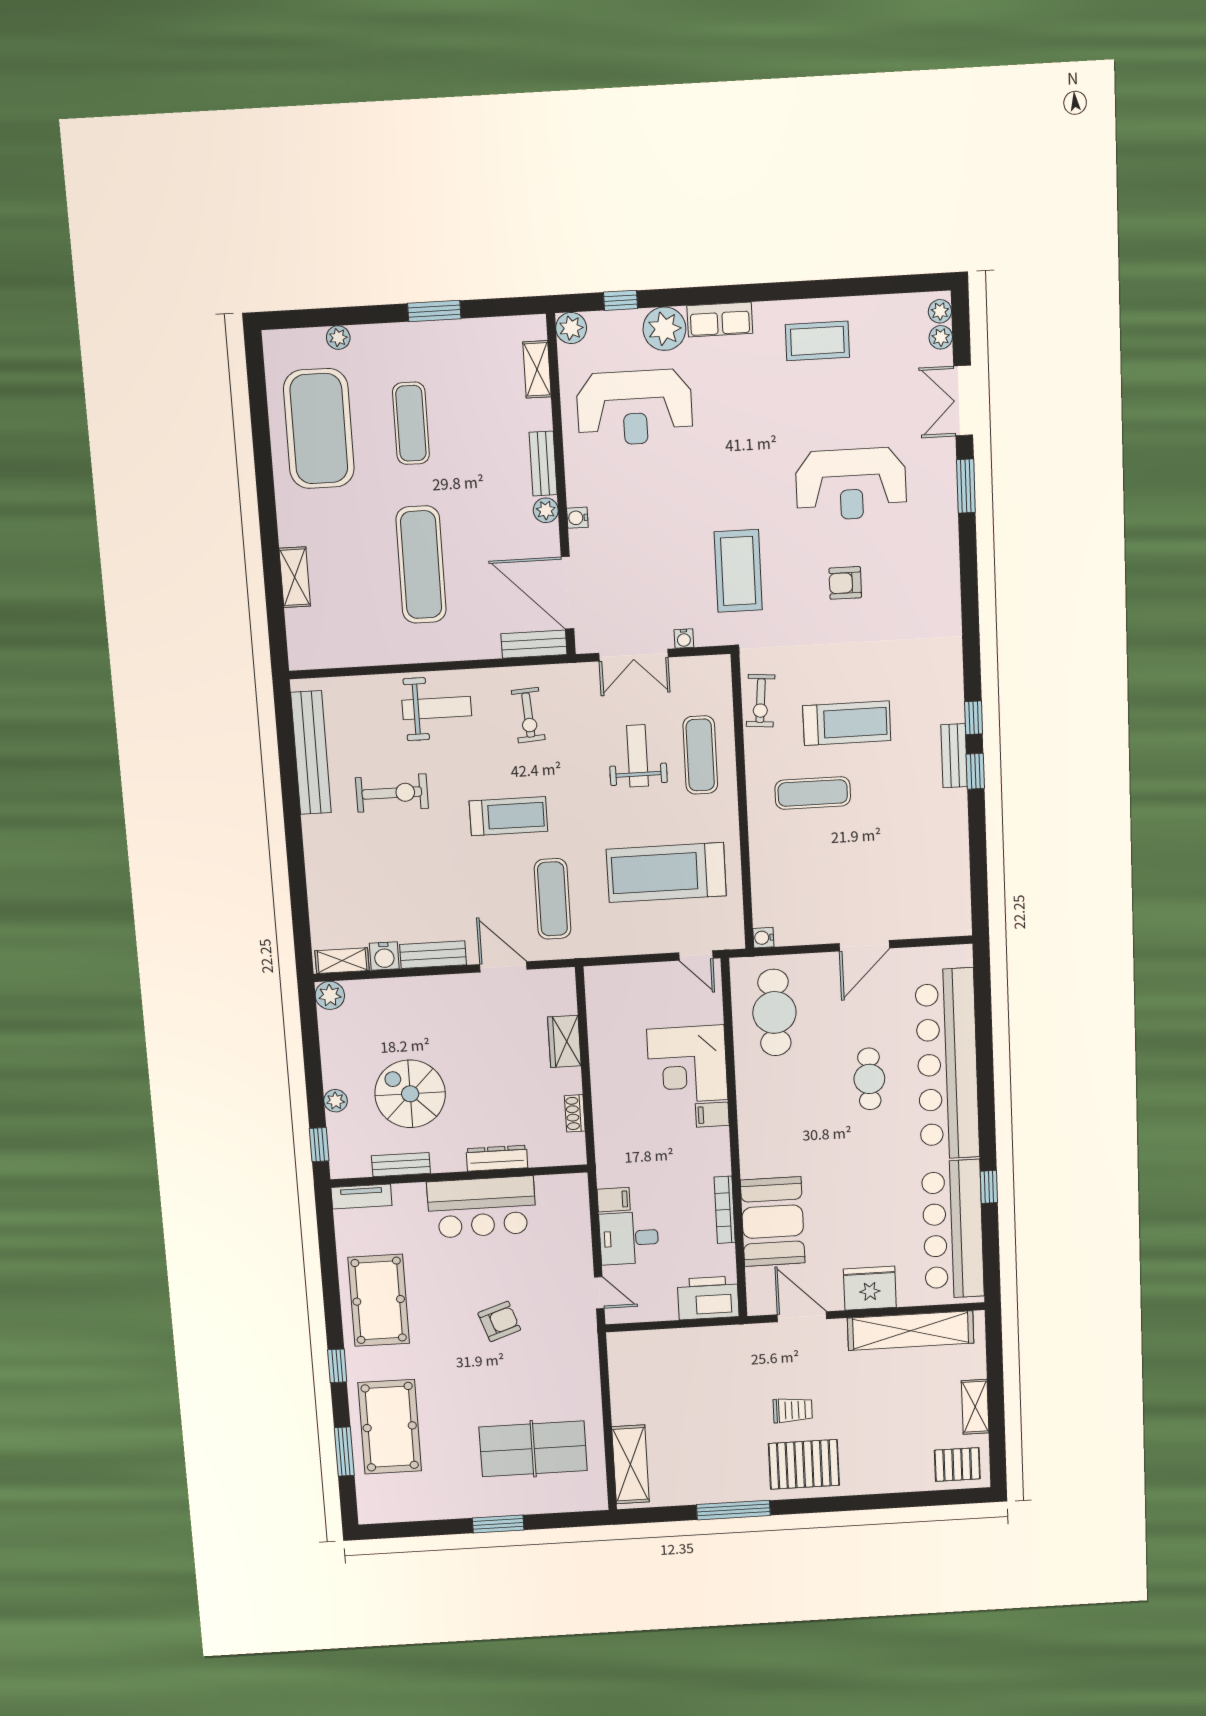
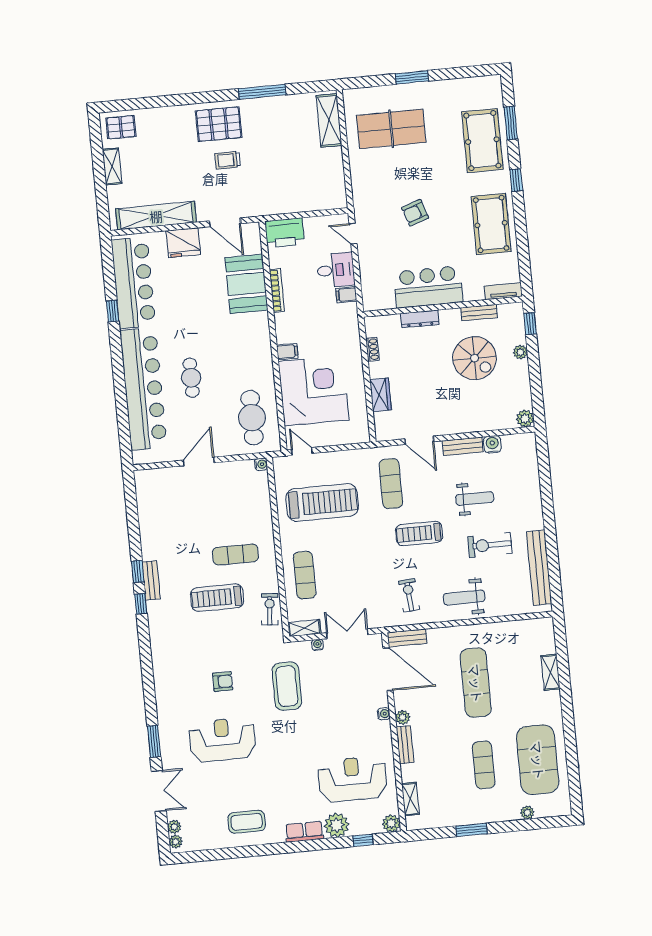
weight bench: (637, 756) -> (475, 498), moved, turned -90
shelving: (342, 961) -> (304, 628), moved
corner desk: (687, 1064) -> (314, 391), width x1.36, depth x1.36

